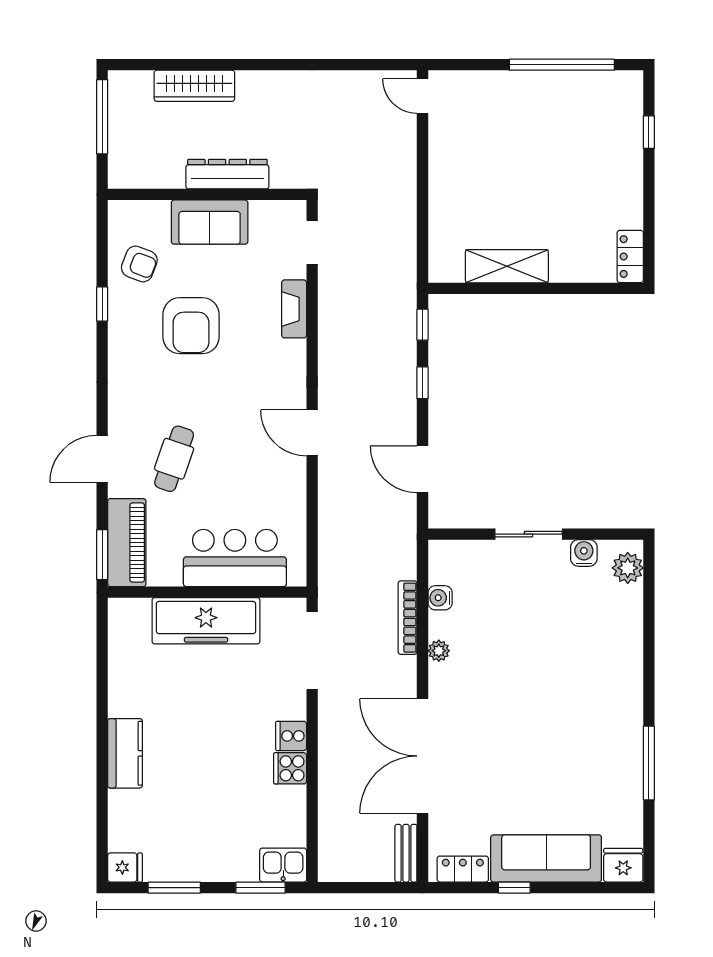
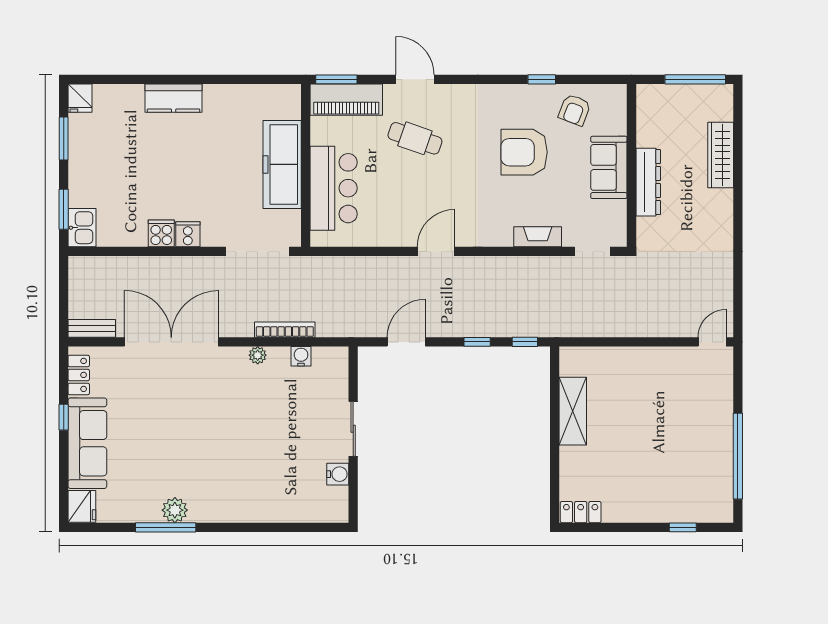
plant: (628, 568) -> (175, 510), moved

